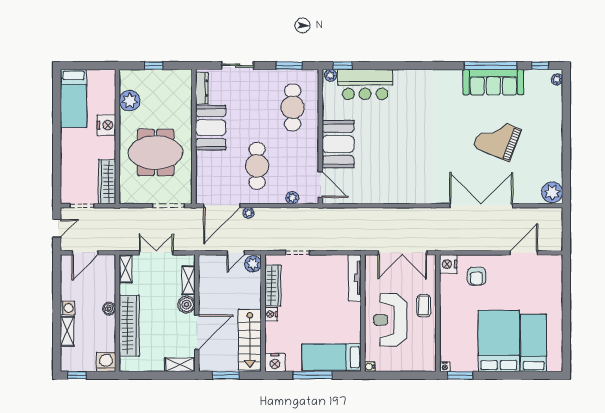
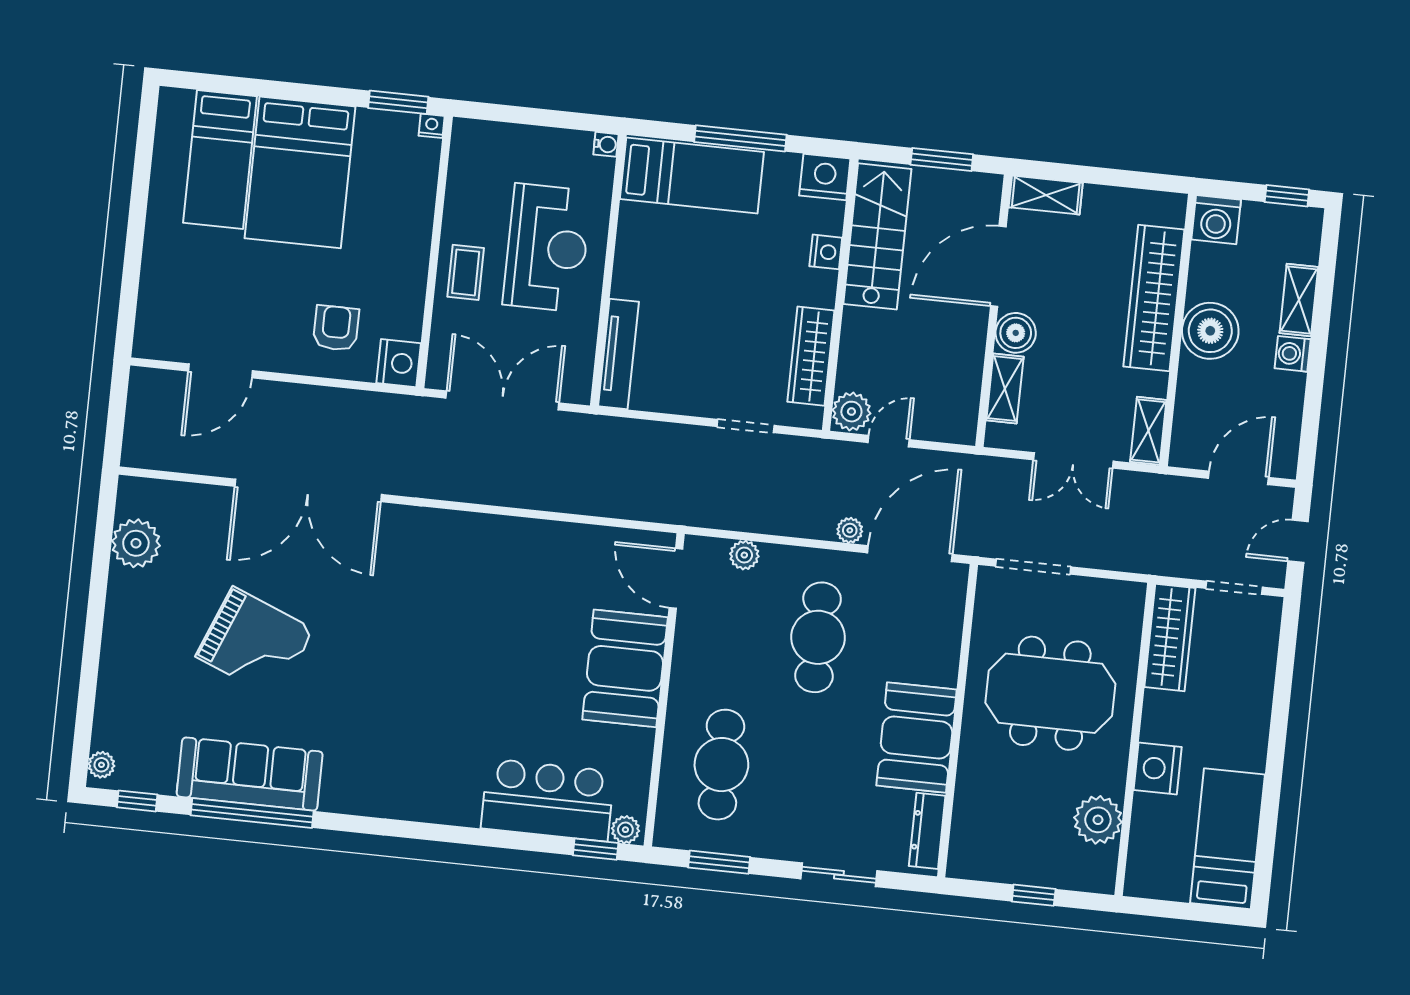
plant: (552, 192) -> (136, 543), moved
boiler: (109, 309) -> (1210, 331), width x1.86, depth x1.86
nightstand: (271, 314) -> (826, 252), moved

